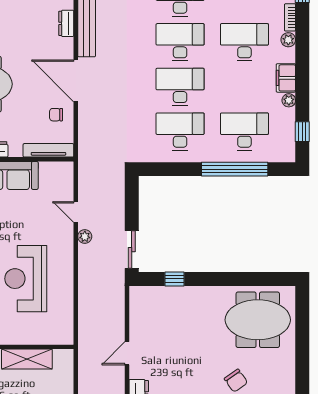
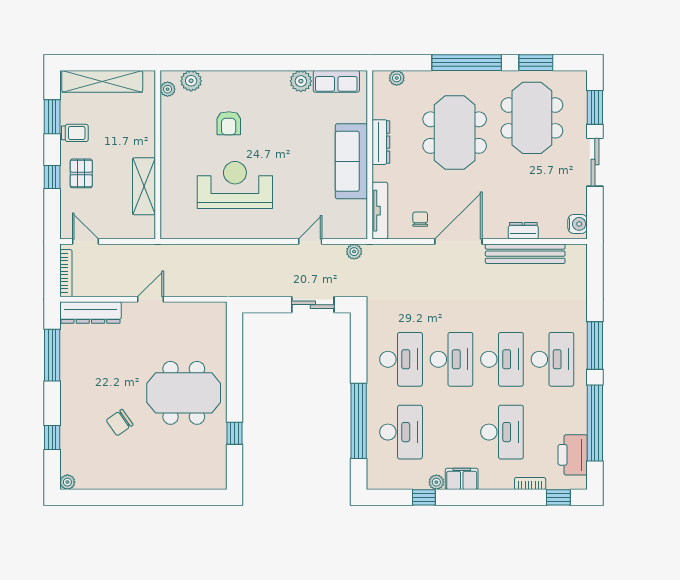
plant: (288, 40) -> (505, 482), removed
window: (302, 132) -> (424, 497), moved
plant: (85, 237) -> (354, 252), moved
sliding door: (132, 250) -> (313, 305), moved
window: (174, 279) -> (234, 433), moved
meeting table: (258, 320) -> (184, 393), moved, turned 90
door: (127, 353) -> (151, 299), hinge flipped

